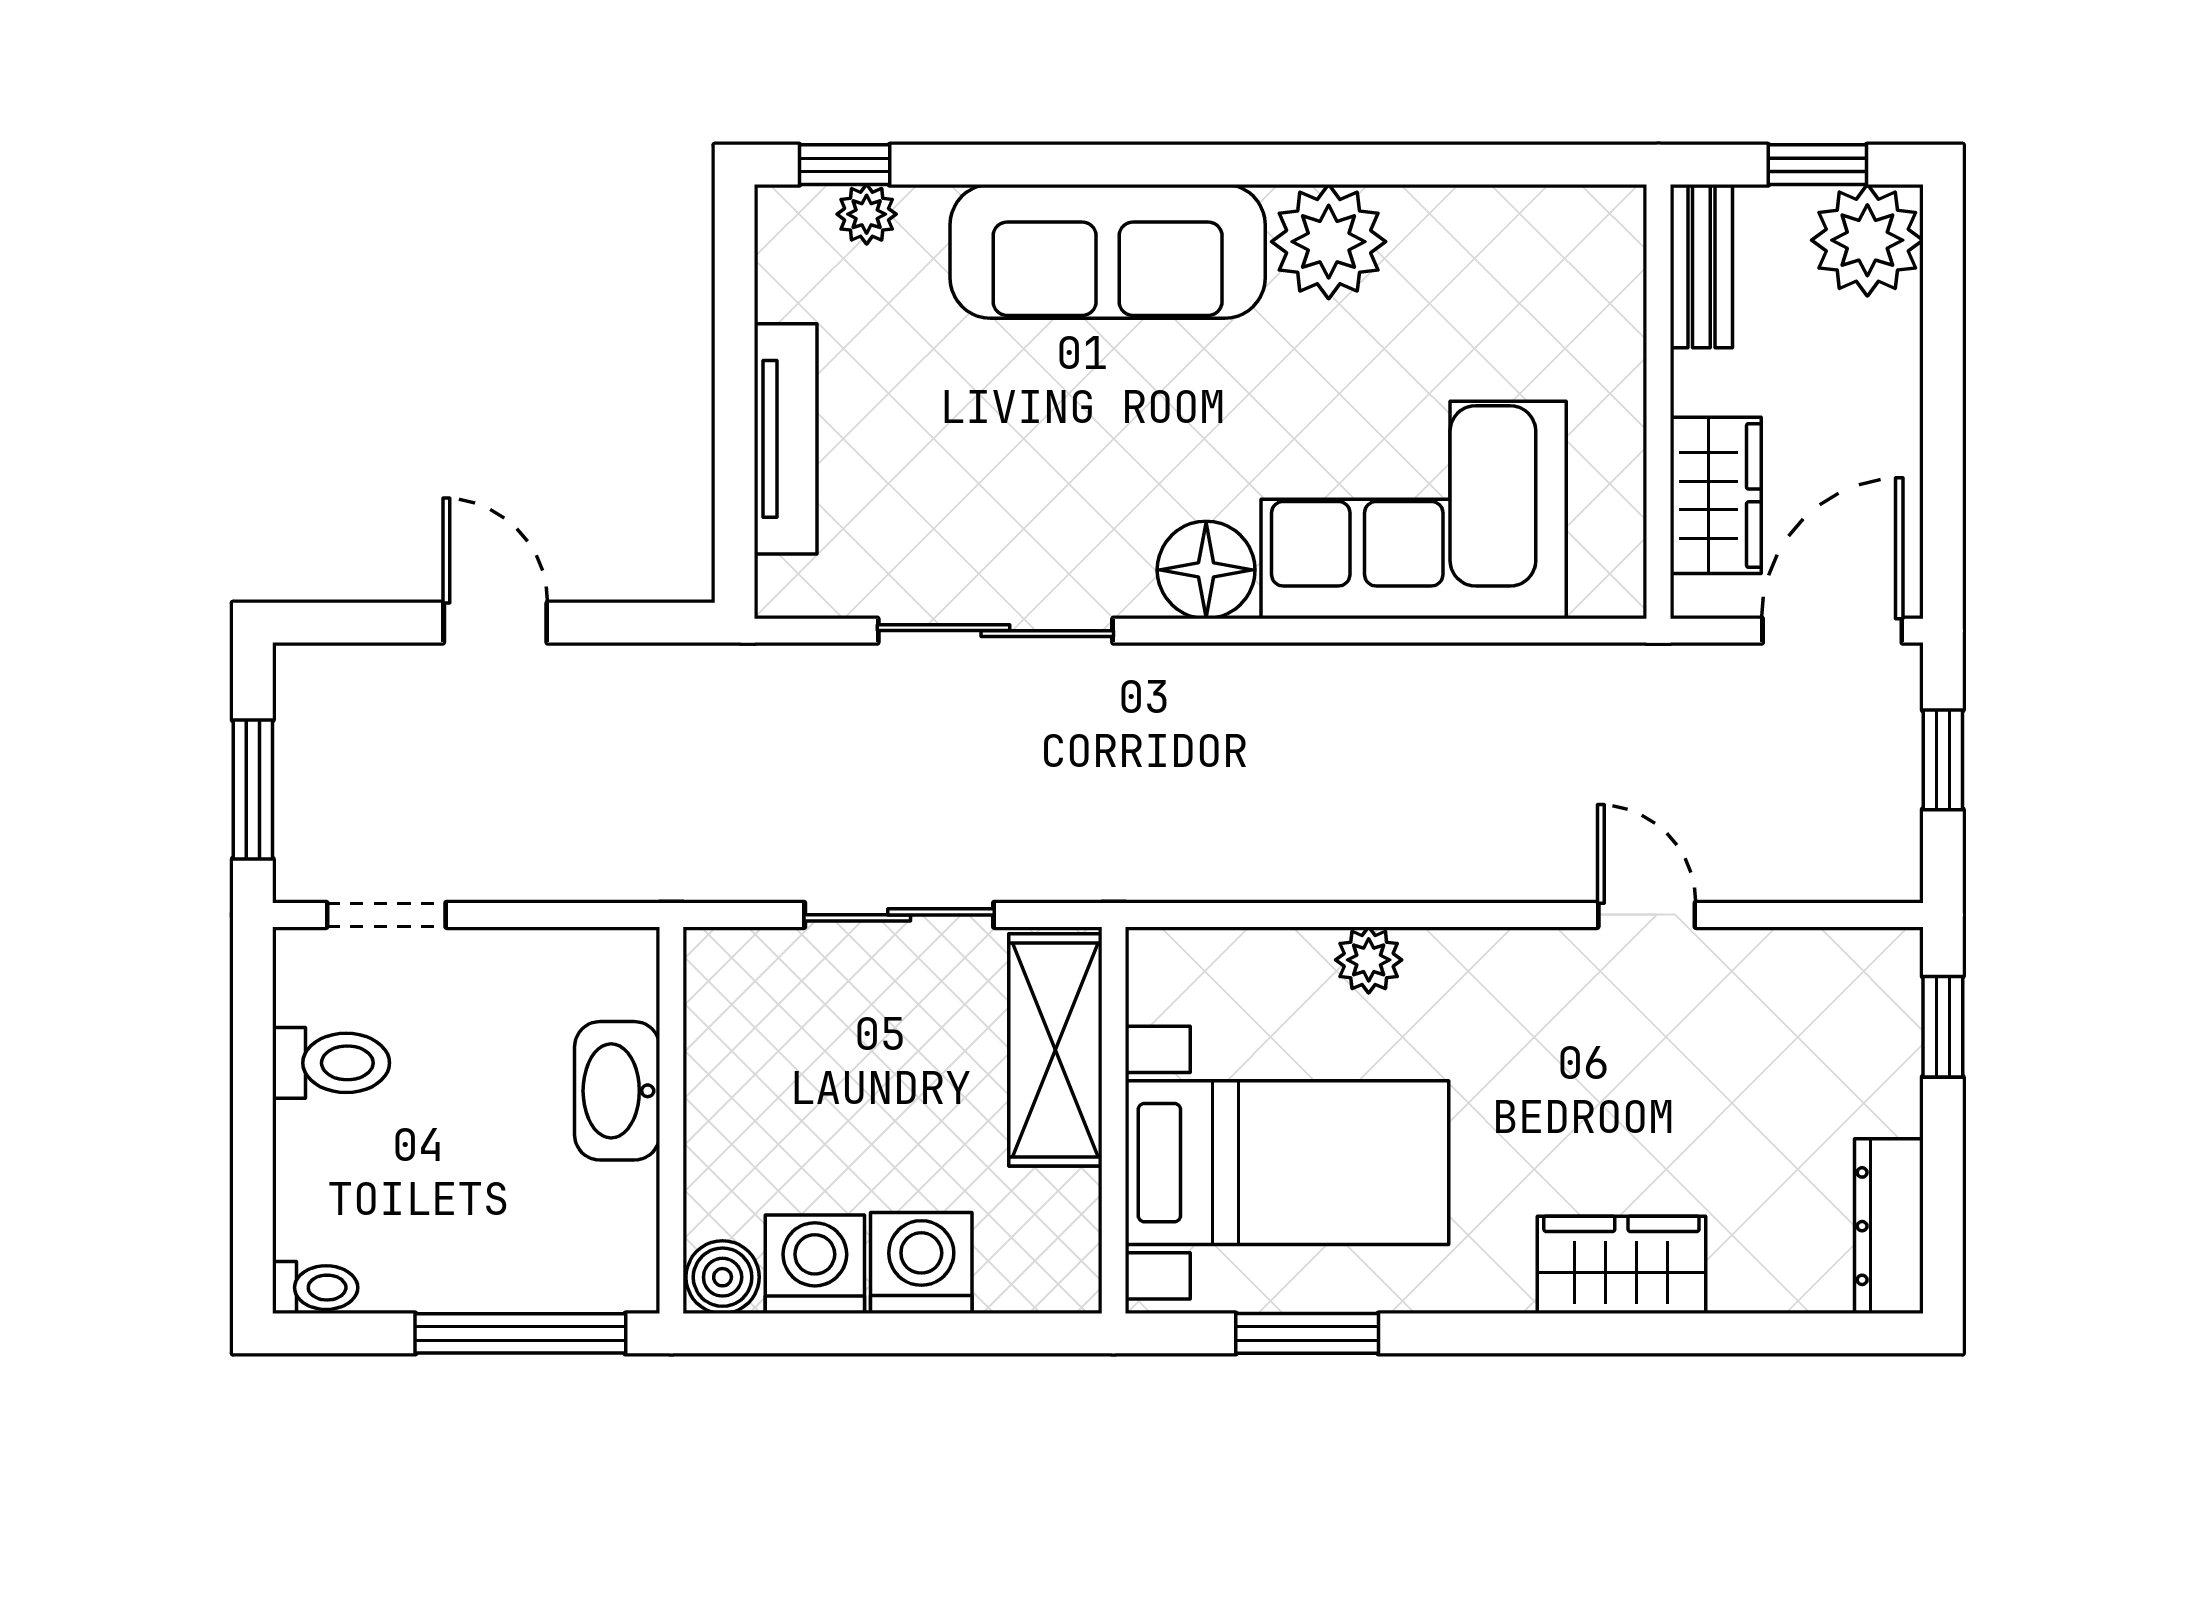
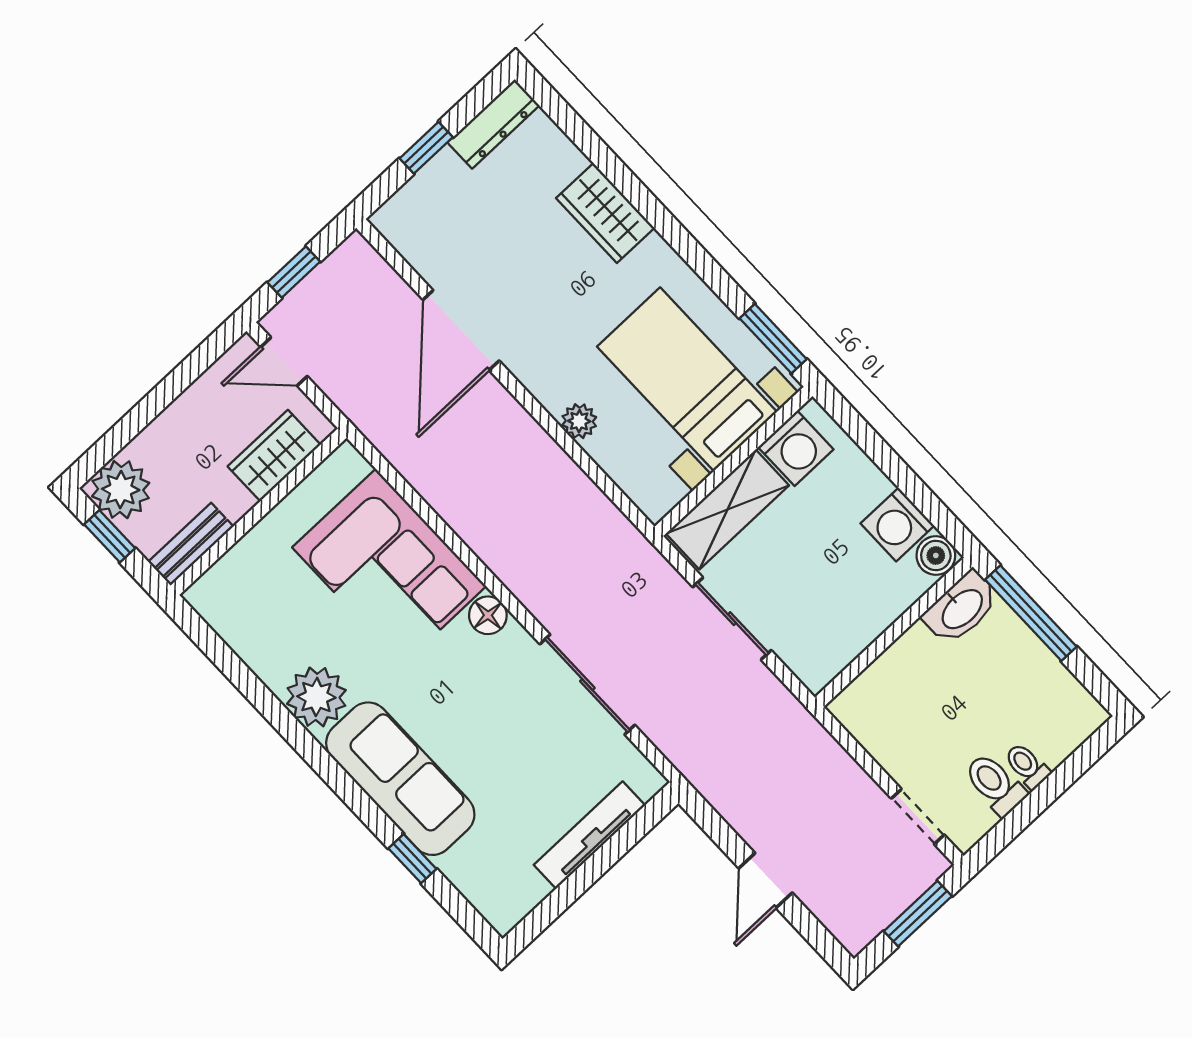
window: (845, 165) -> (412, 859), moved
plant: (867, 214) -> (473, 885), removed
floor lamp: (1206, 570) -> (488, 615), width x0.73, depth x0.73
door: (1832, 631) -> (284, 362), width x0.73
door: (1647, 915) -> (461, 330), width x1.87
window: (1943, 1027) -> (426, 148), moved
washbasin: (617, 1091) -> (961, 608), moved
washing machine: (921, 1263) -> (796, 448), moved, turned -90
toilet: (315, 1288) -> (1027, 766), moved
window: (1307, 1333) -> (773, 339), moved

